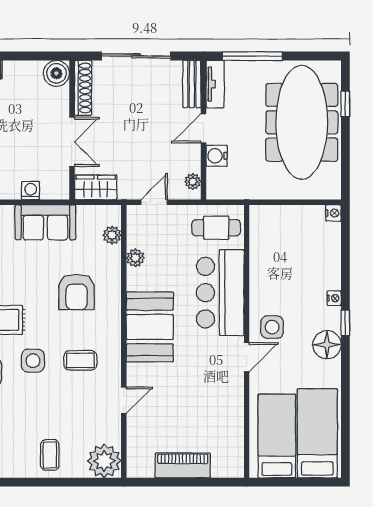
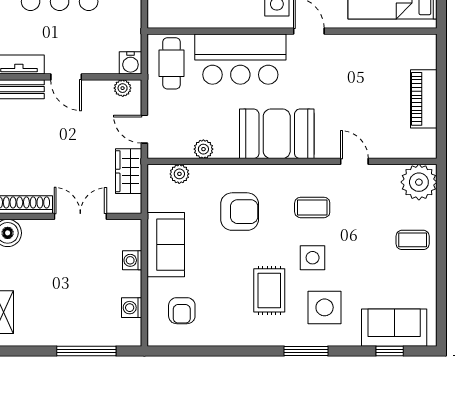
water cooler: (217, 156) -> (130, 63), moved
wardrobe: (96, 187) -> (129, 171), moved
coffee table: (80, 360) -> (312, 207), turned 90

